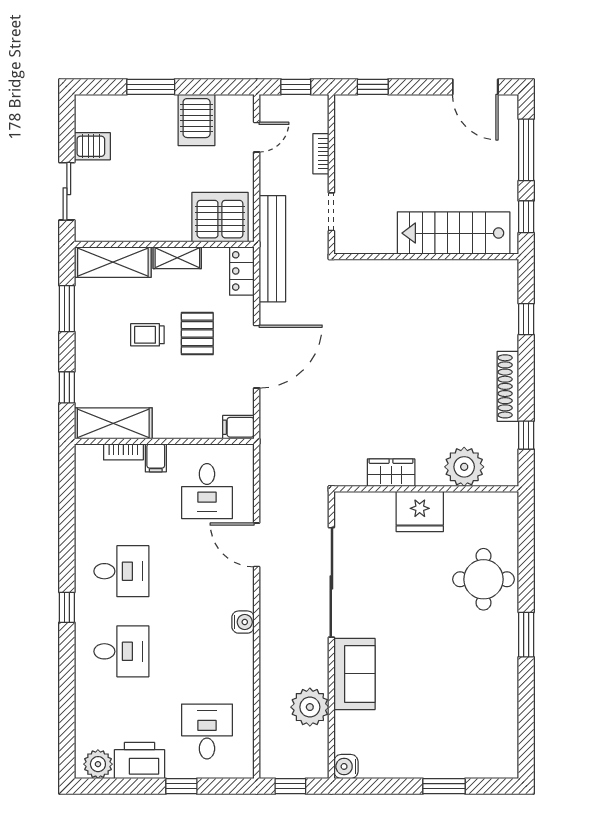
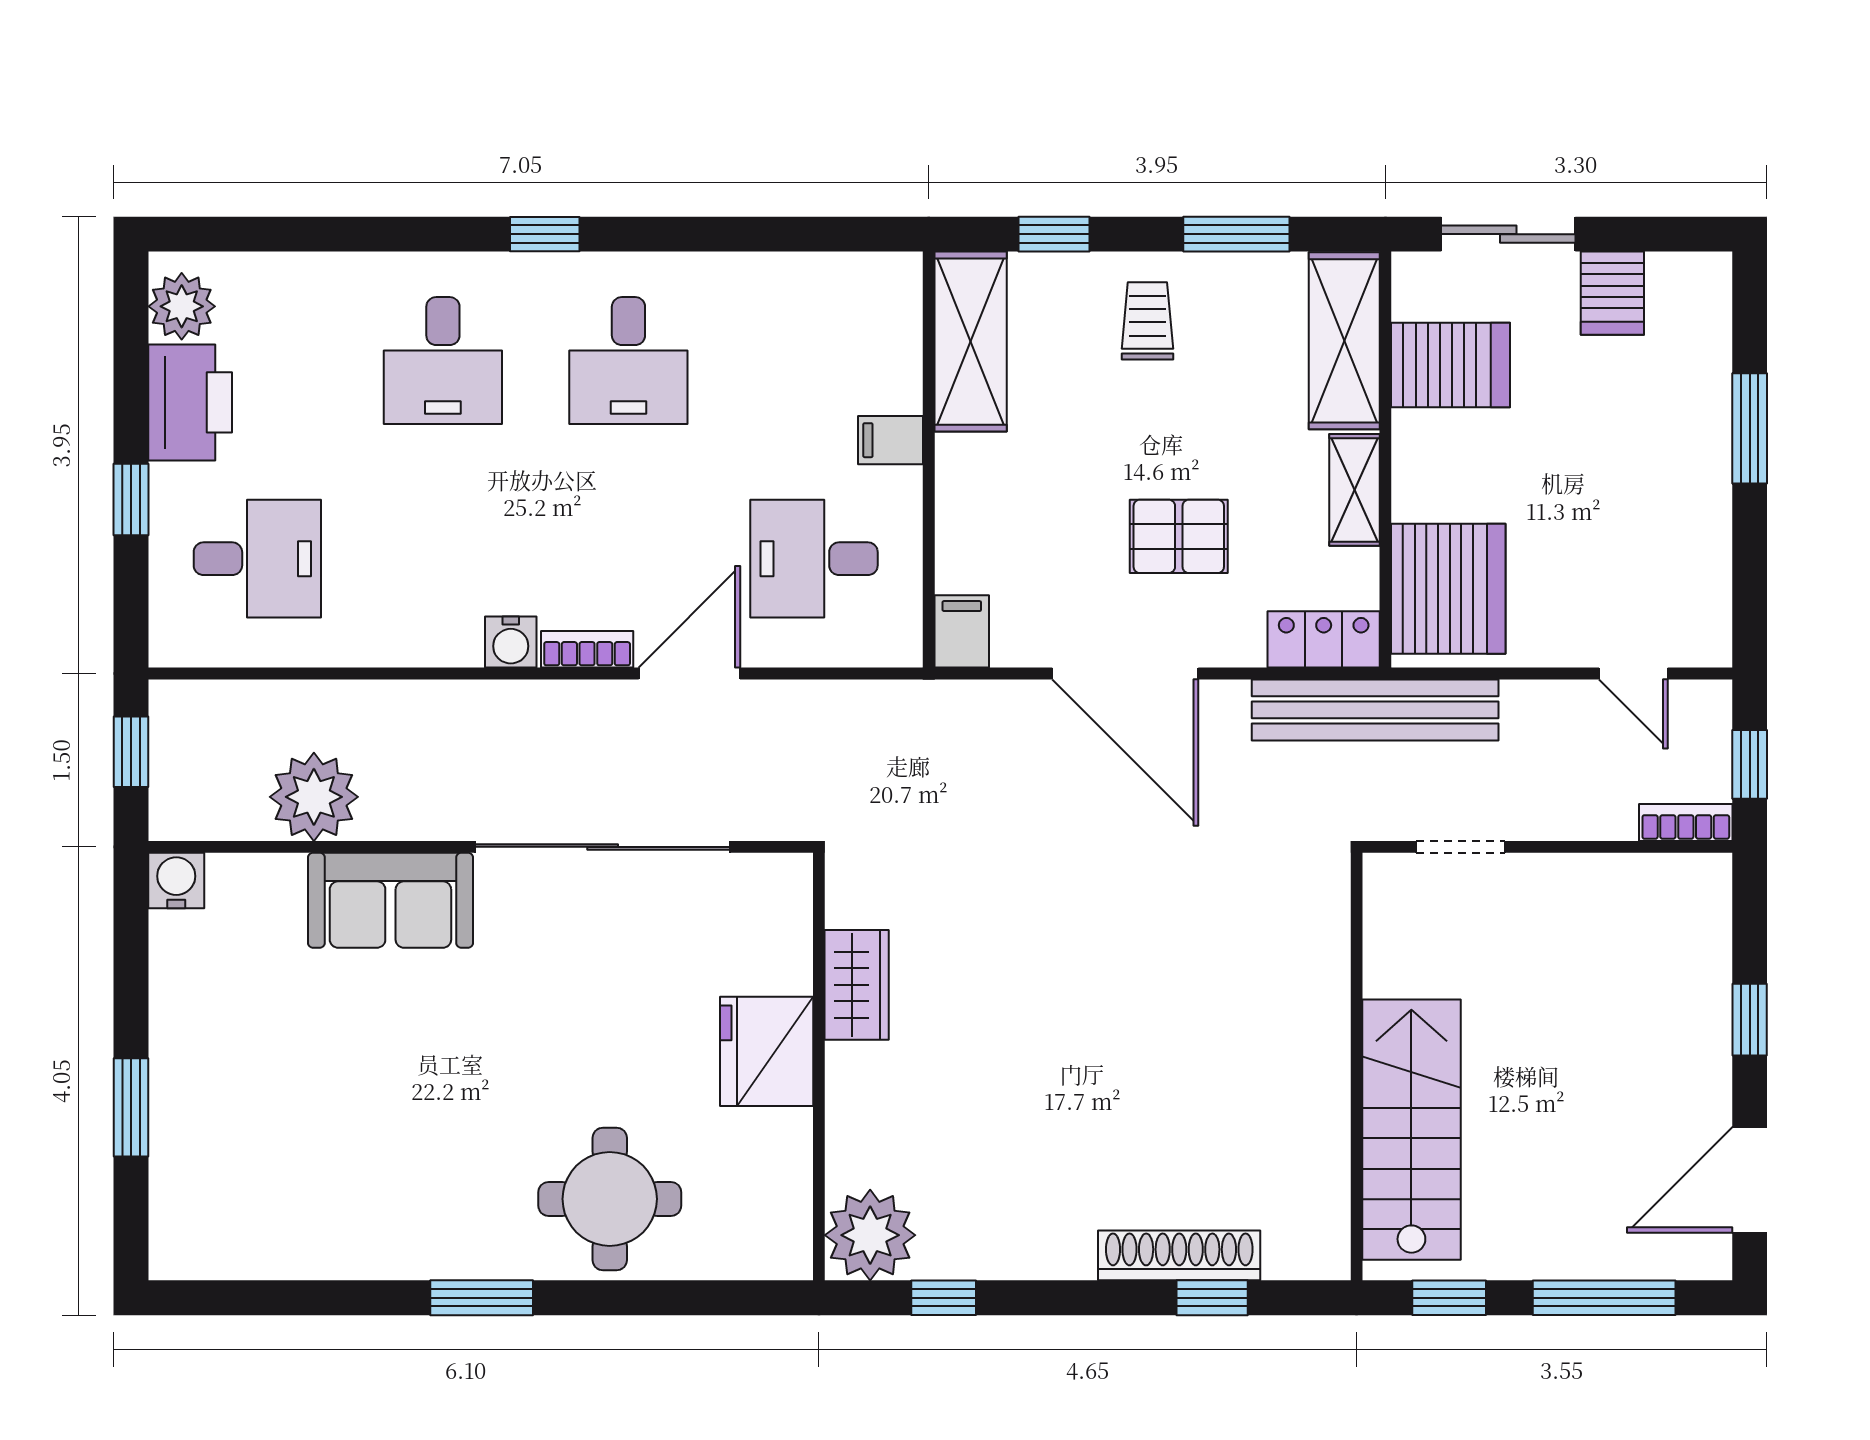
window: (373, 87) -> (1750, 1020), moved
server rack: (197, 120) -> (1451, 365), moved, turned 180
bookcase: (321, 154) -> (1686, 823), moved
trolley: (147, 335) -> (1147, 321), moved
shoe rack: (508, 386) -> (1179, 1255), moved
bookcase: (123, 452) -> (587, 649), moved, turned 90
plant: (464, 467) -> (870, 1235), moved

